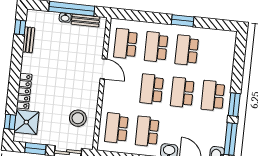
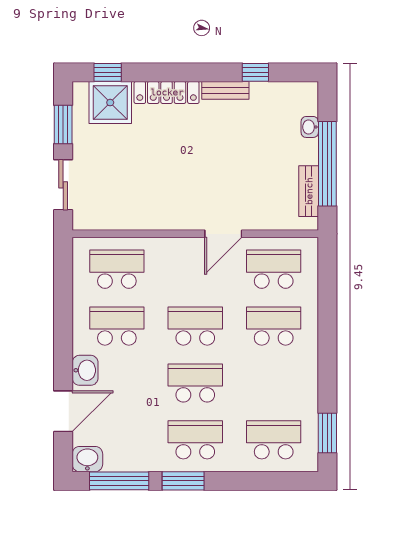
washbasin: (65, 18) -> (310, 127), moved
window: (183, 21) -> (327, 433), moved
window: (20, 27) -> (255, 72), moved
bench: (28, 40) -> (225, 90), moved
school desk: (187, 50) -> (274, 440), moved
stool: (78, 118) -> (128, 196), removed

